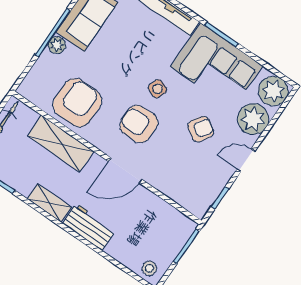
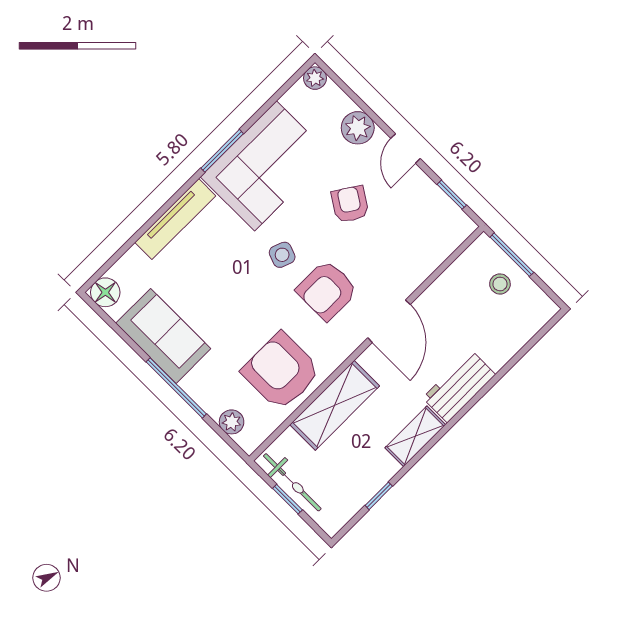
plant: (57, 45) -> (232, 422), moved
plant: (273, 91) -> (315, 78), width x0.53, depth x0.53
plant: (253, 119) -> (358, 128), width x0.73, depth x0.73
stool: (149, 268) -> (500, 284), moved

